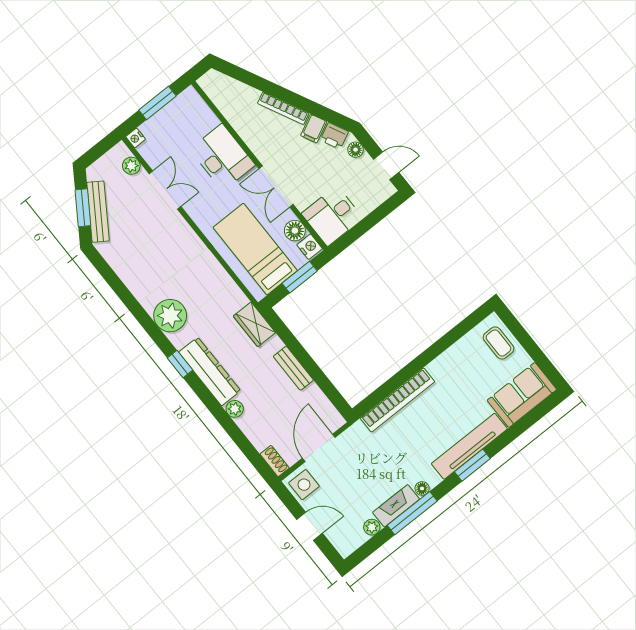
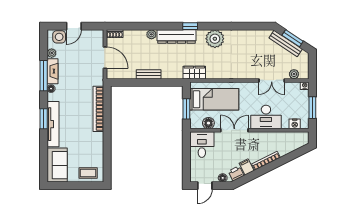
nightstand: (310, 247) -> (295, 124), moved
wardrobe: (254, 324) -> (194, 73), moved
side table: (304, 485) -> (59, 37), moved

